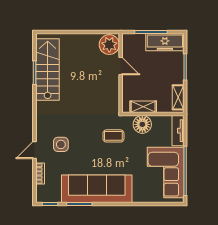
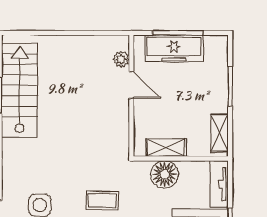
freezer: (165, 42) -> (174, 48), moved
plant: (109, 45) -> (121, 59), width x0.53, depth x0.53
coffee table: (113, 136) -> (102, 201), moved

